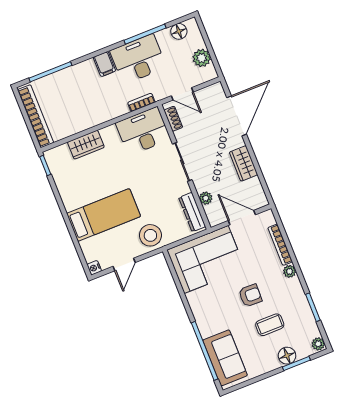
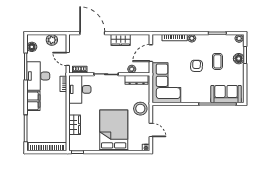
filing cabinet: (104, 64) -> (33, 101), width x2.00
door: (182, 94) -> (68, 59), swing flipped
bed: (104, 215) -> (114, 130), width x1.50

